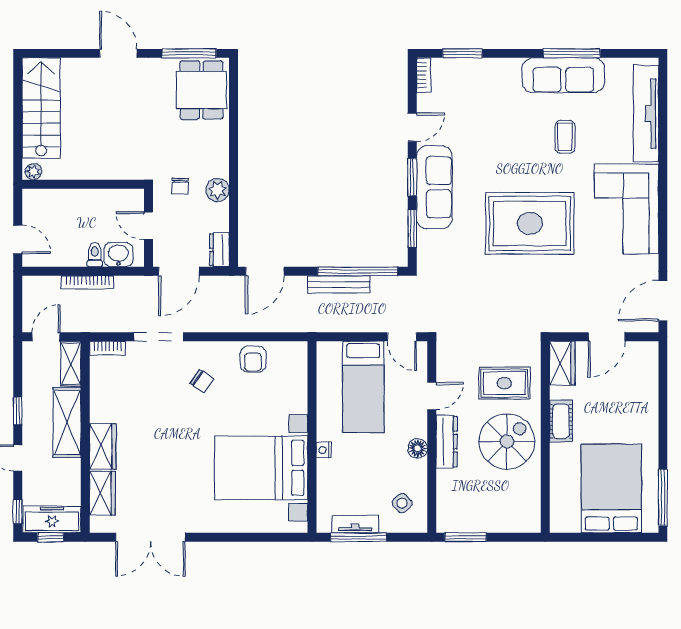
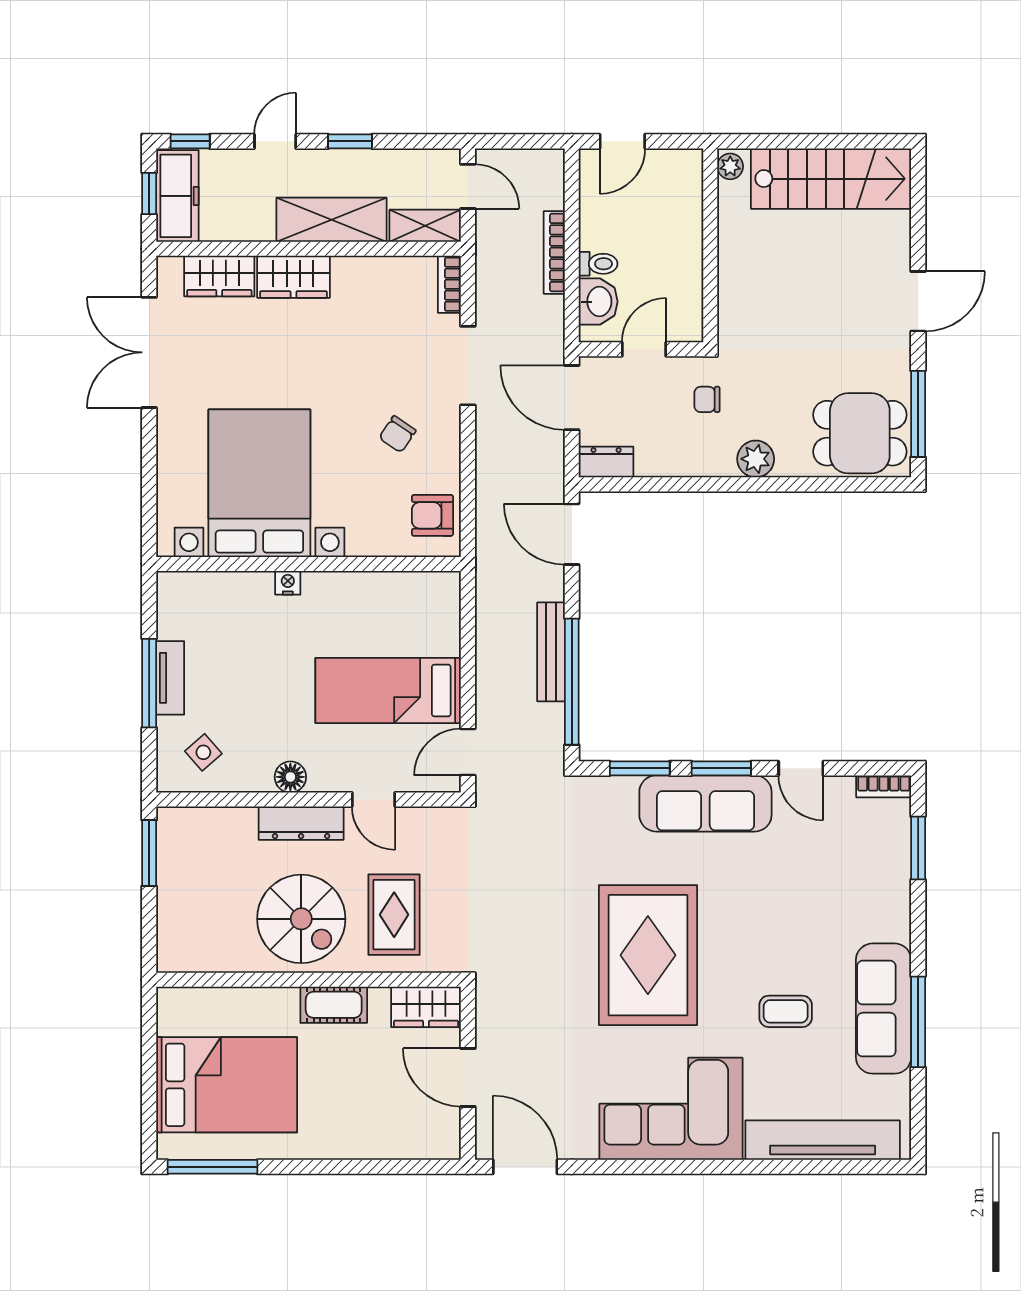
plant: (218, 190) -> (756, 459), moved
wall: (312, 437) -> (308, 564), moved
nightstand: (324, 450) -> (288, 583), moved
bed with nightstands: (261, 468) -> (259, 483), moved

